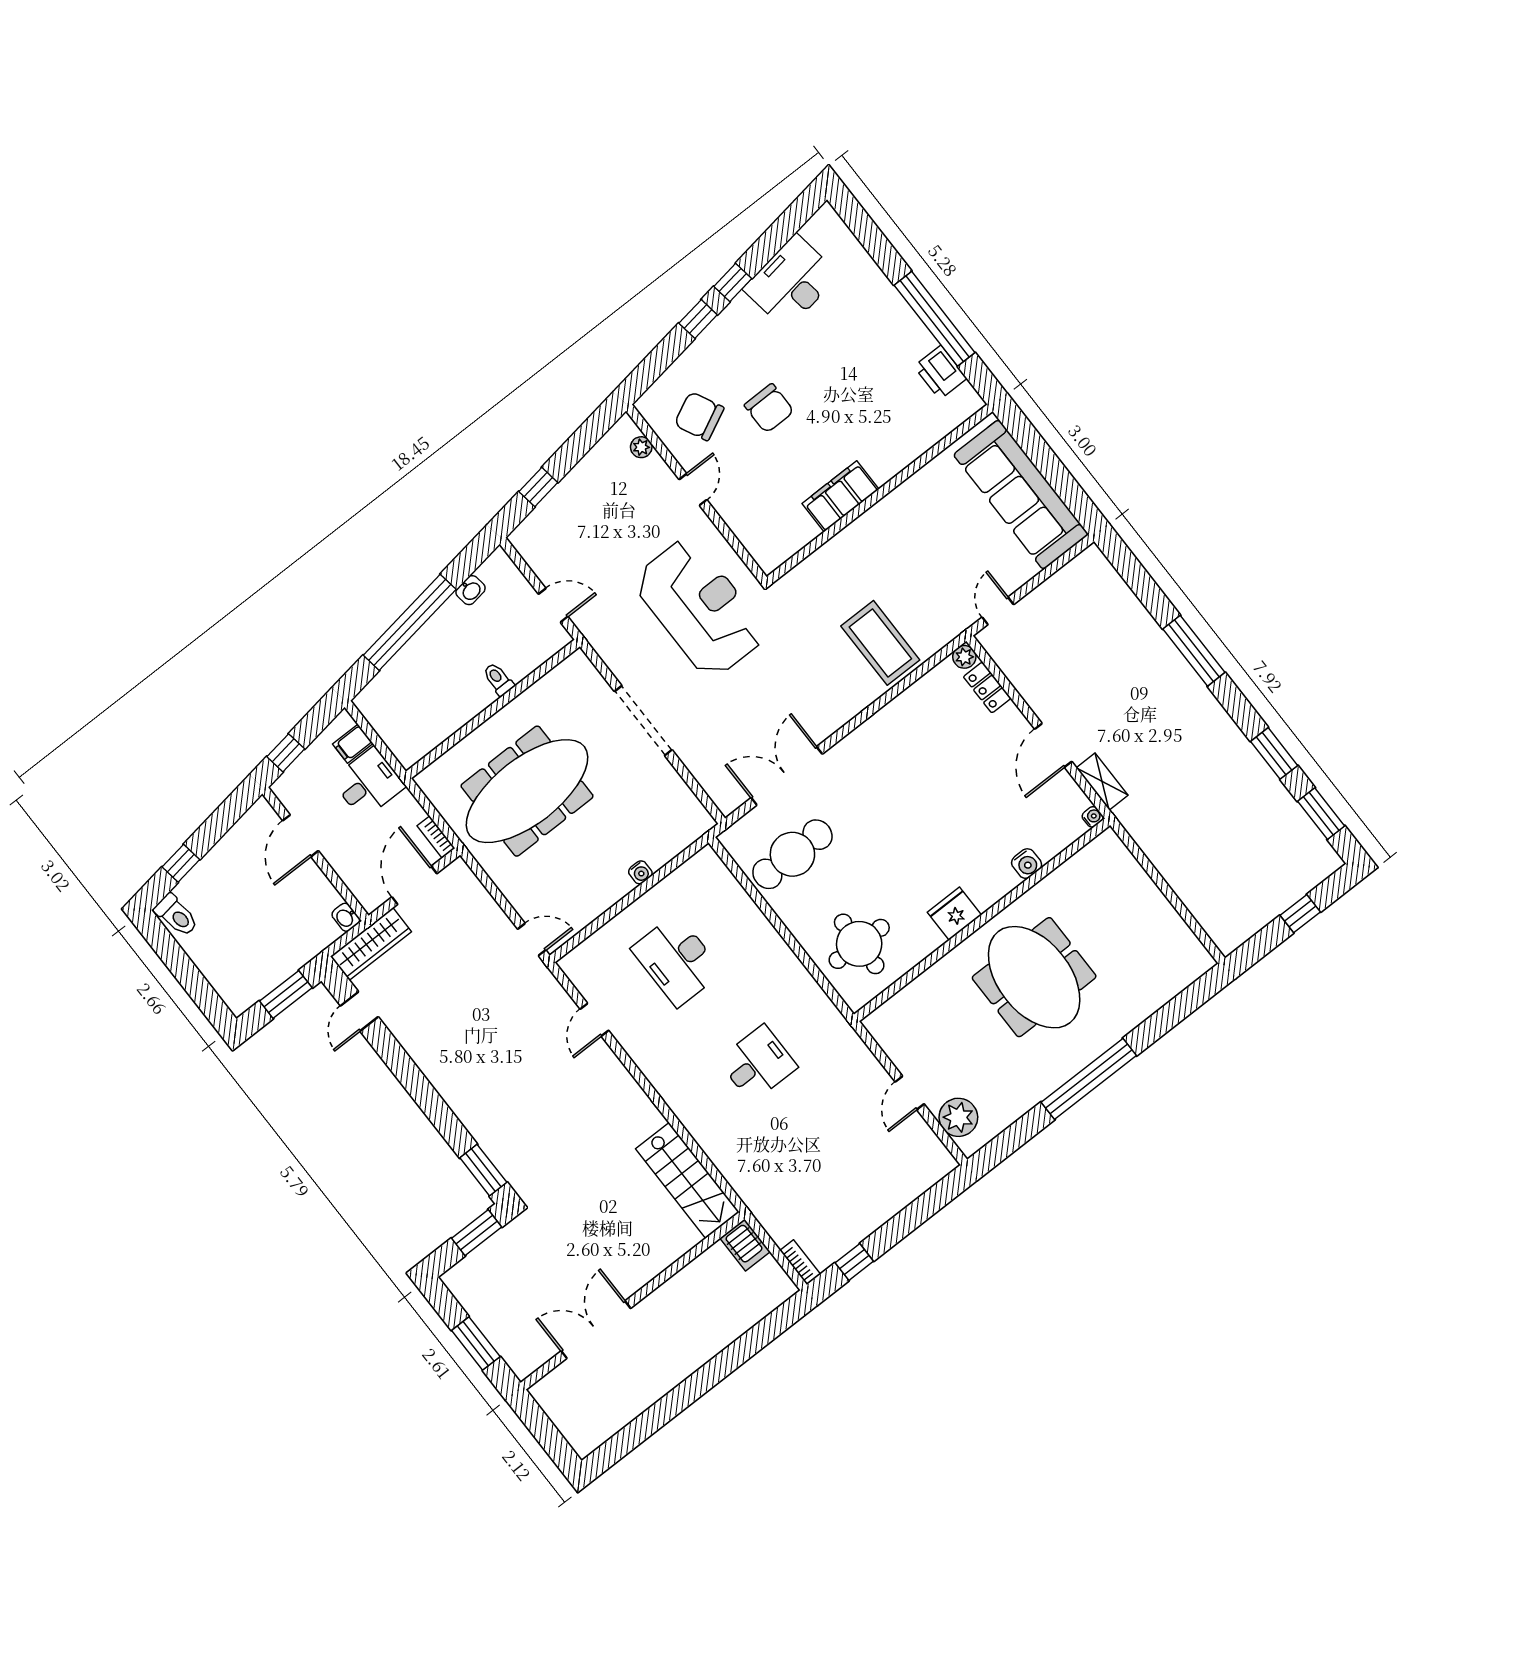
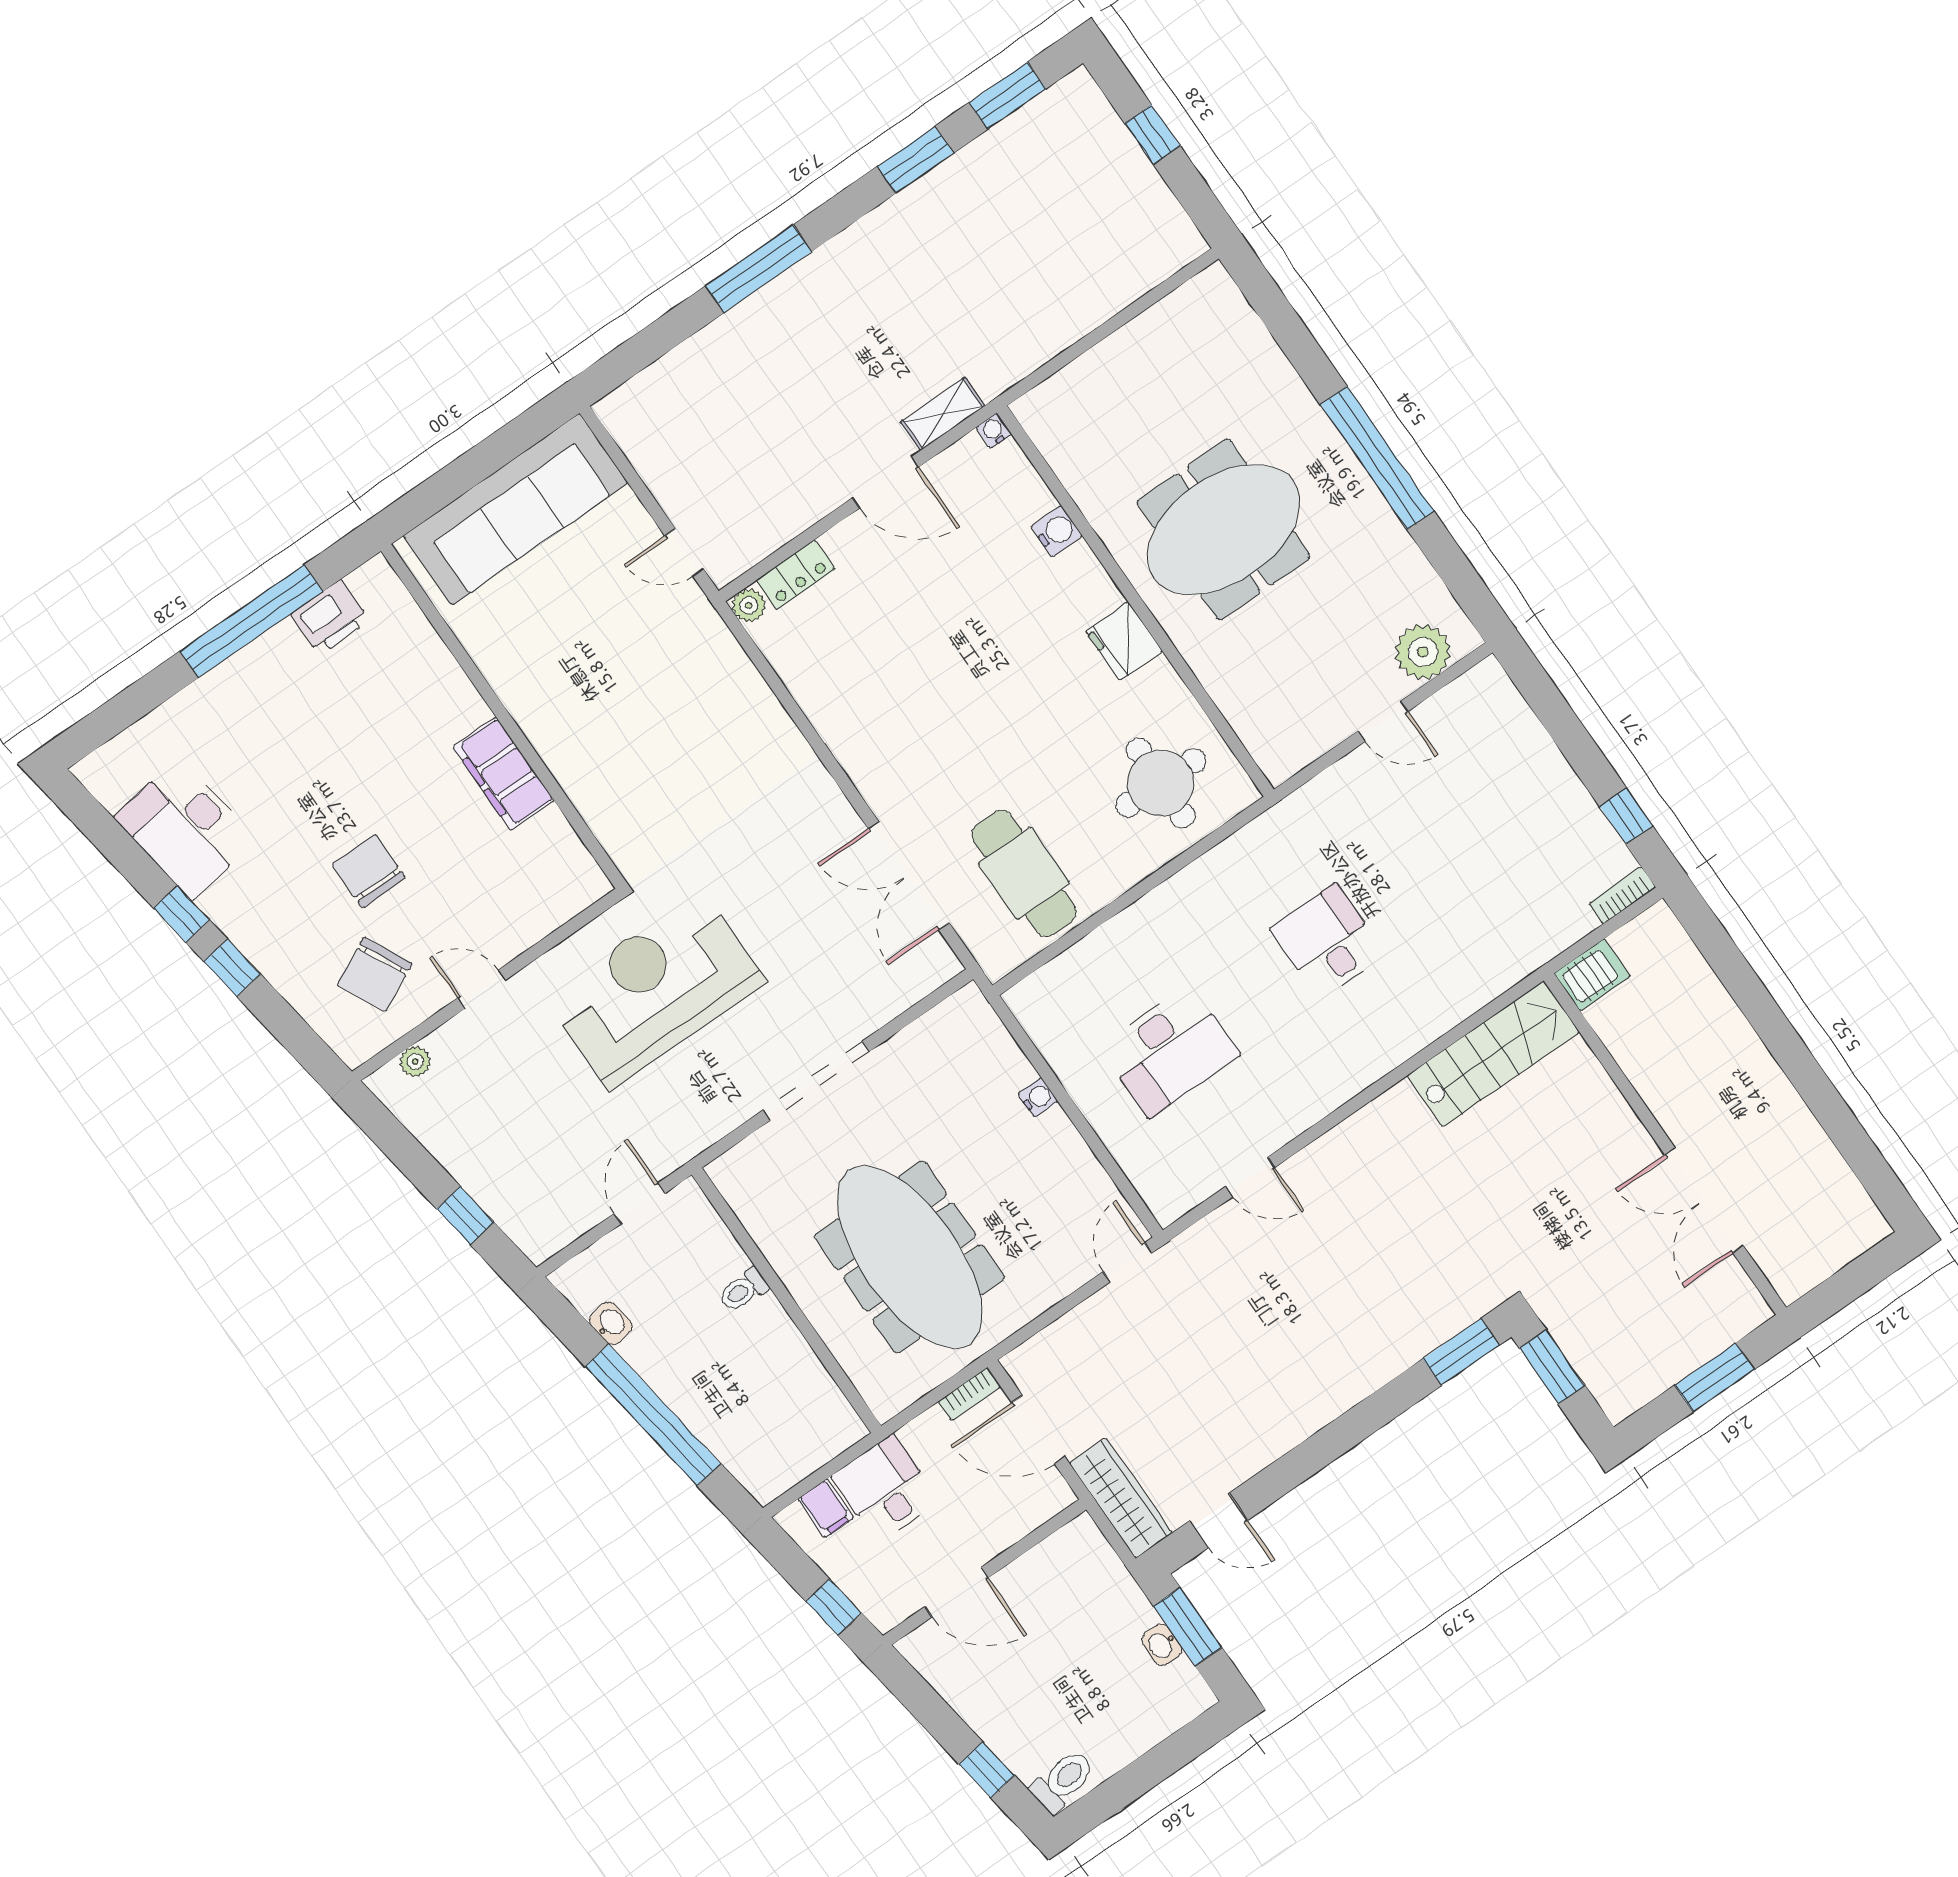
chair: (769, 408) -> (369, 871), turned -90
coffee table: (880, 643) -> (722, 727), removed
washbasin: (346, 917) -> (1162, 1645), moved, turned 90

